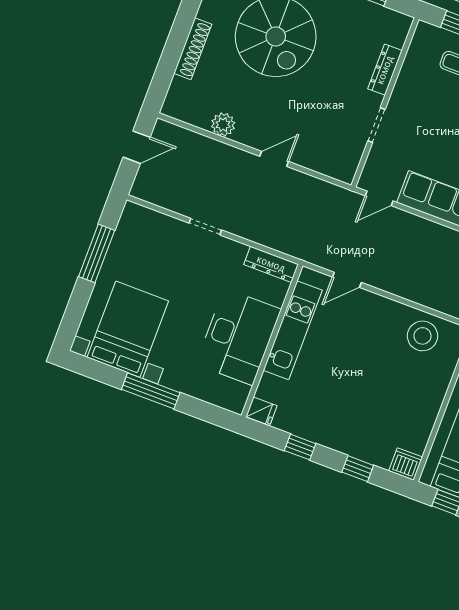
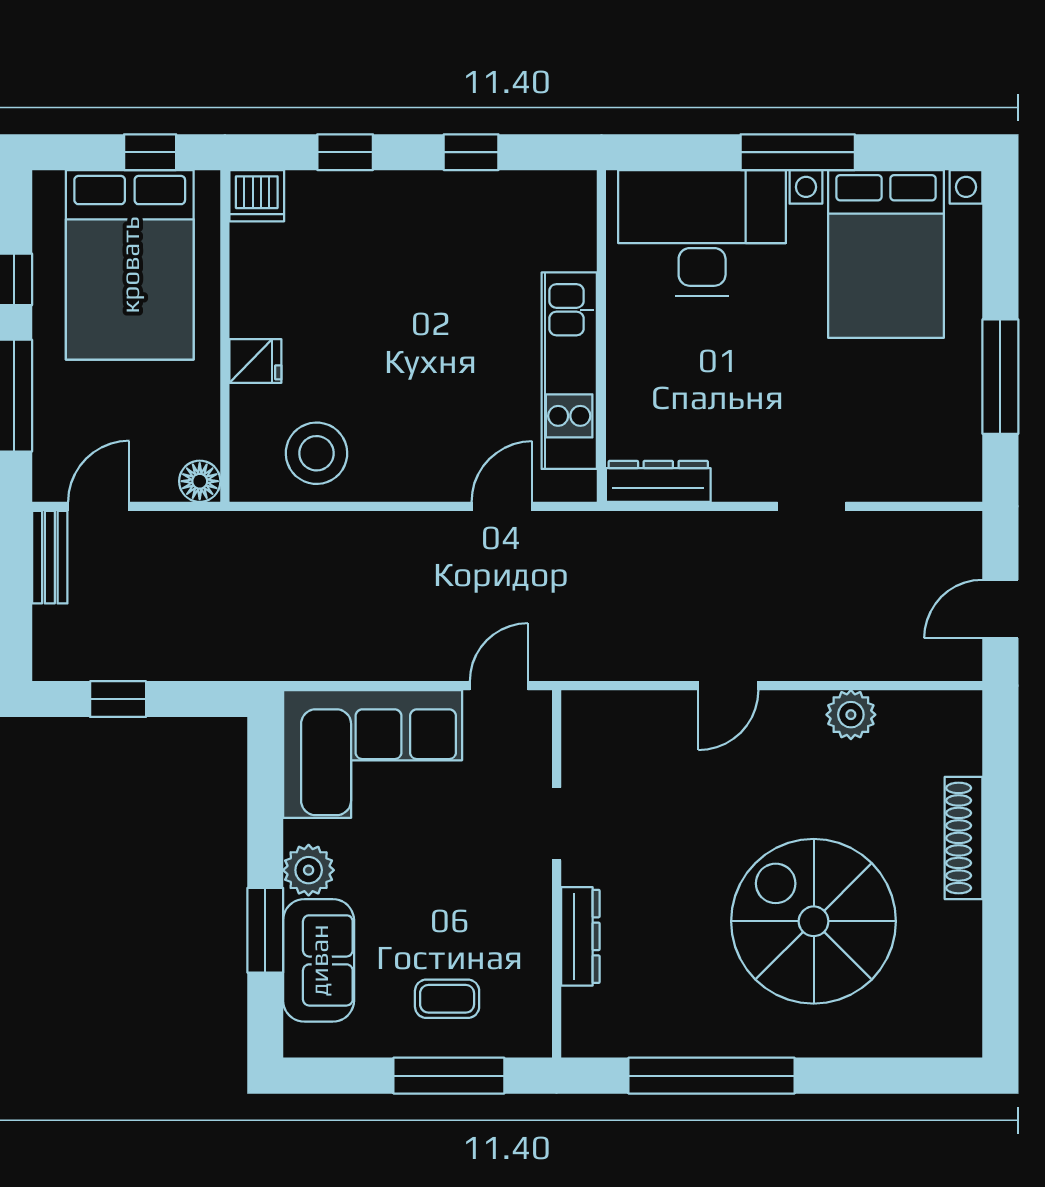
desk: (238, 337) -> (702, 233), moved, turned 90
fridge: (261, 411) -> (255, 361), moved, turned 180

